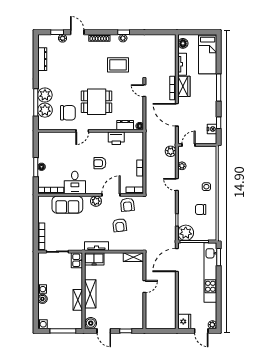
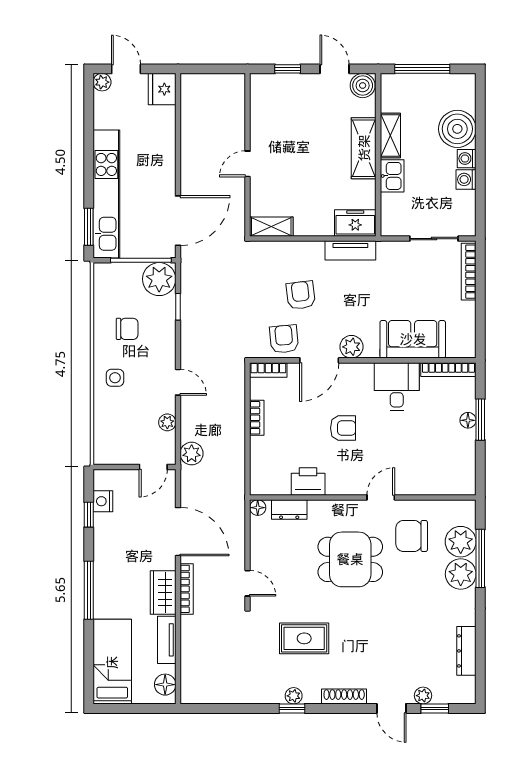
kitchen sink: (77, 260) -> (392, 176), moved
boiler: (42, 299) -> (457, 129), width x1.86, depth x1.86
washing machine: (42, 324) -> (466, 179), moved

